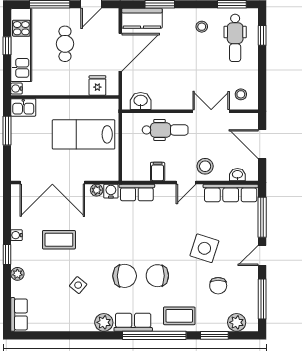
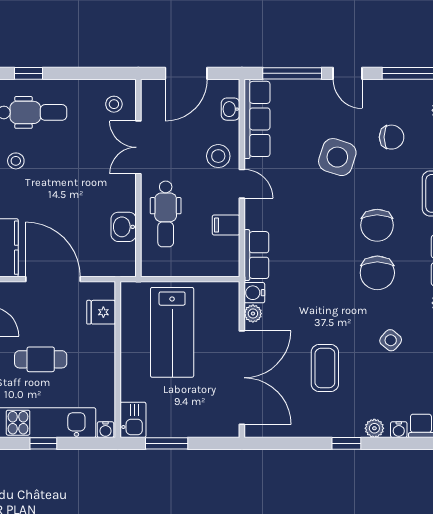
washbasin: (141, 101) -> (124, 227), moved
dental chair: (165, 130) -> (166, 214), turned 180
water cooler: (17, 235) -> (399, 430), moved
chair: (125, 276) -> (377, 273), turned 180

